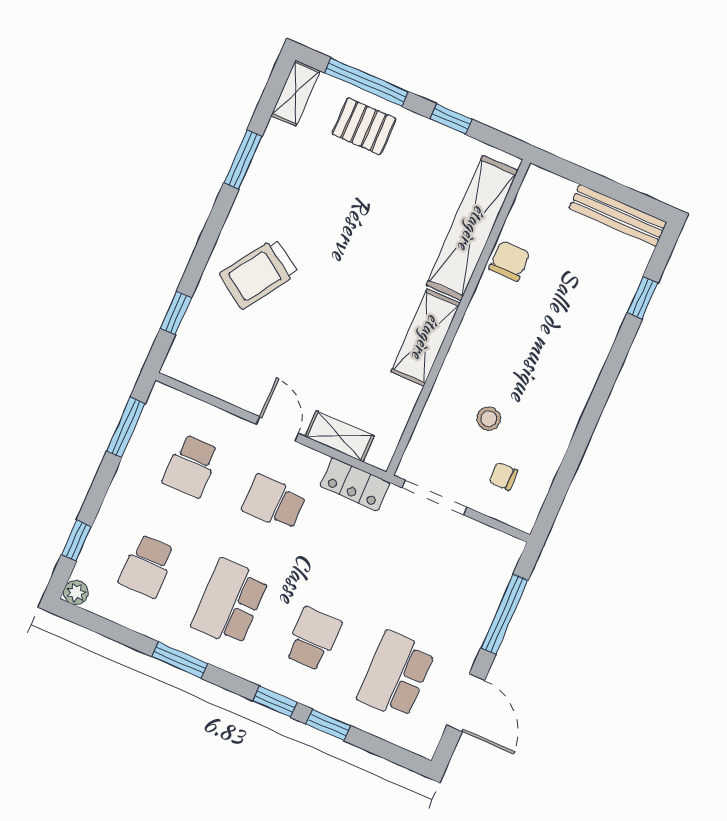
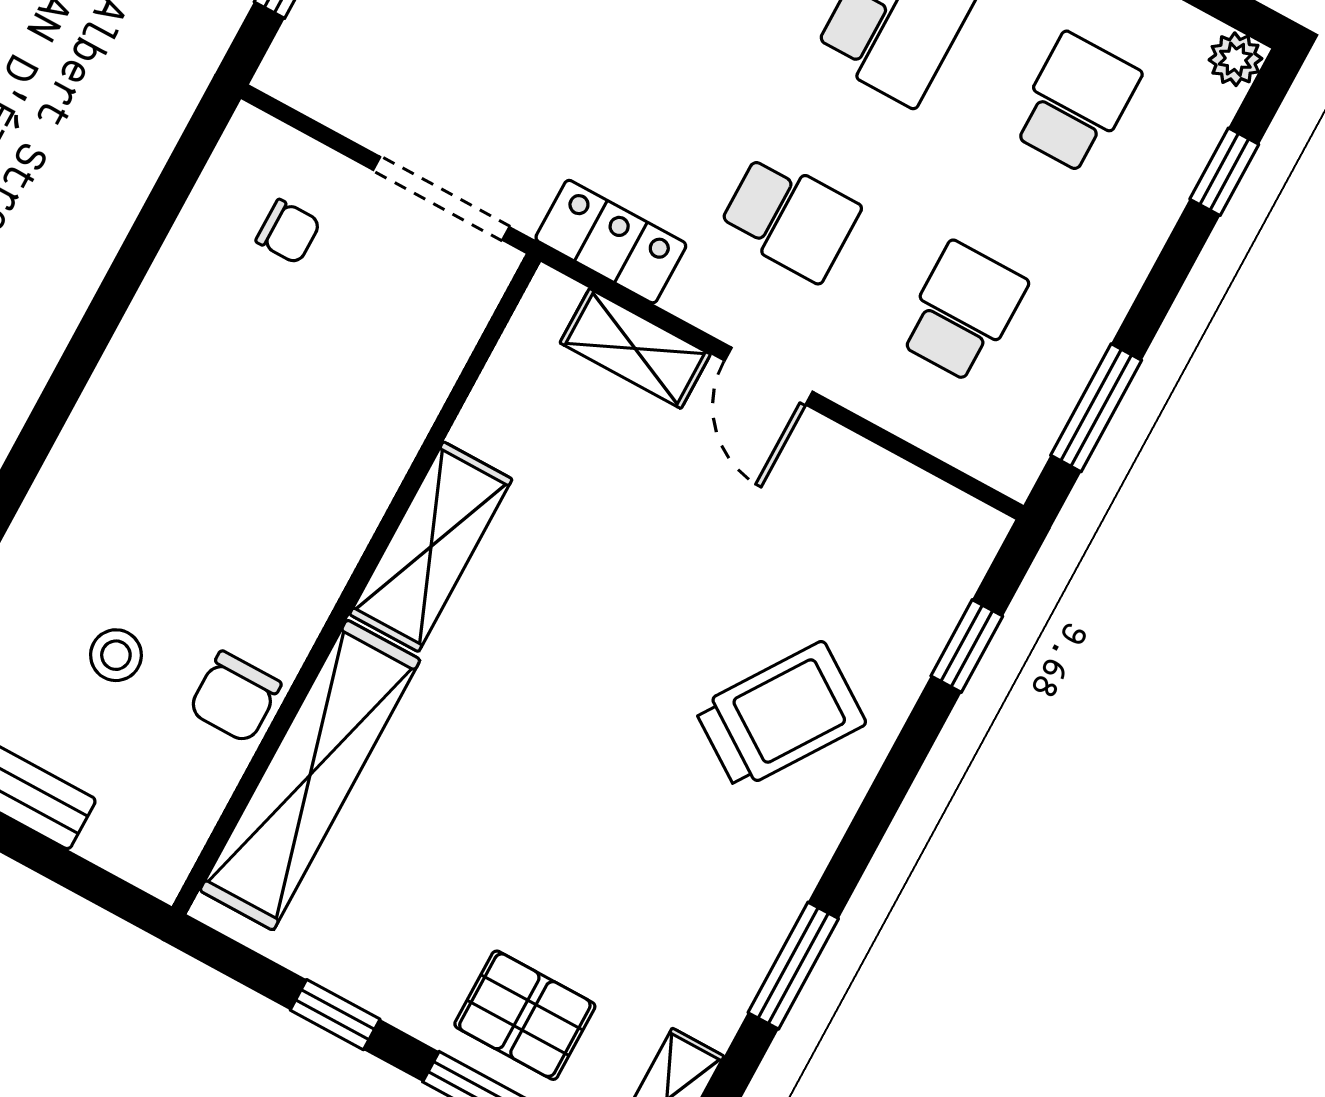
stool: (489, 419) -> (116, 655), moved

